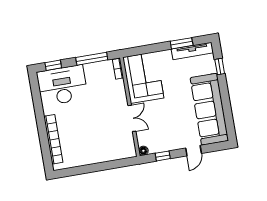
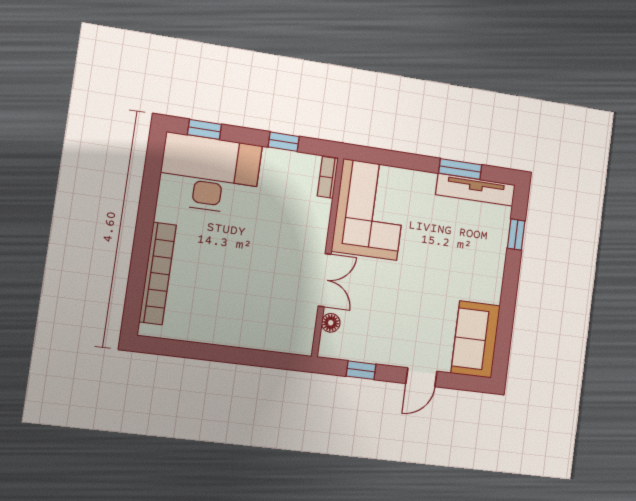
window: (92, 59) -> (284, 142), width x0.46
sofa: (209, 109) -> (476, 339), width x0.54, depth x0.79
floor lamp: (143, 151) -> (331, 323), moved

